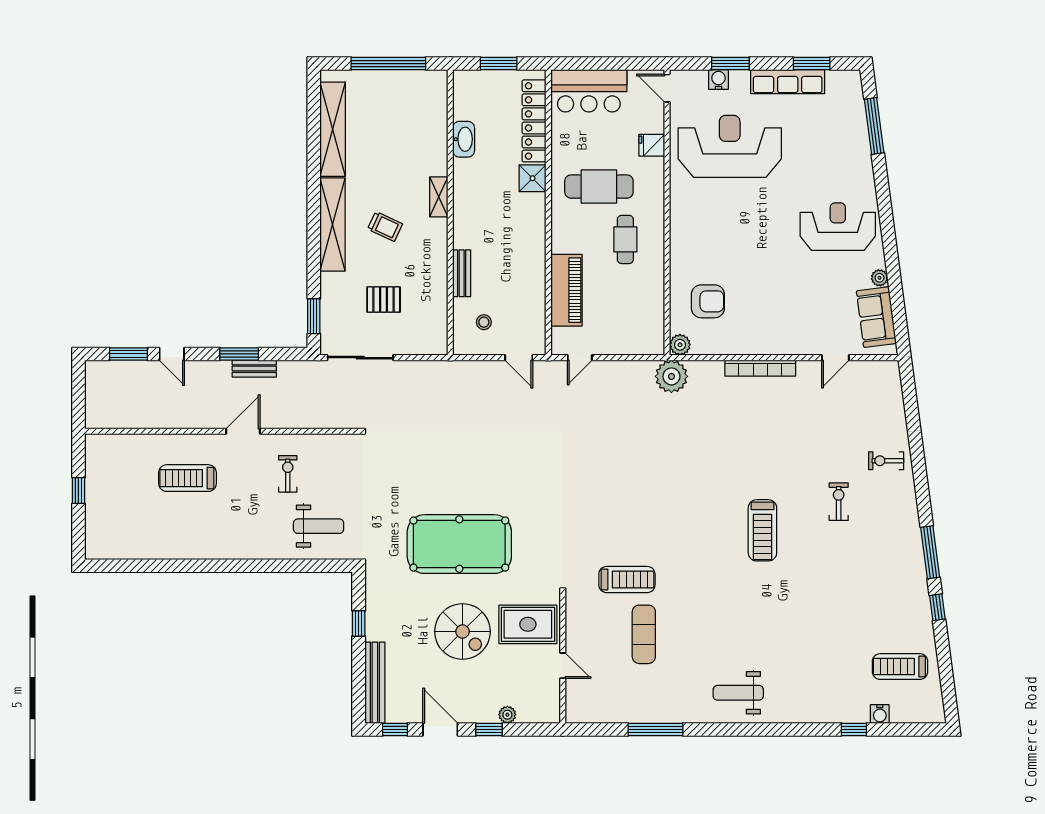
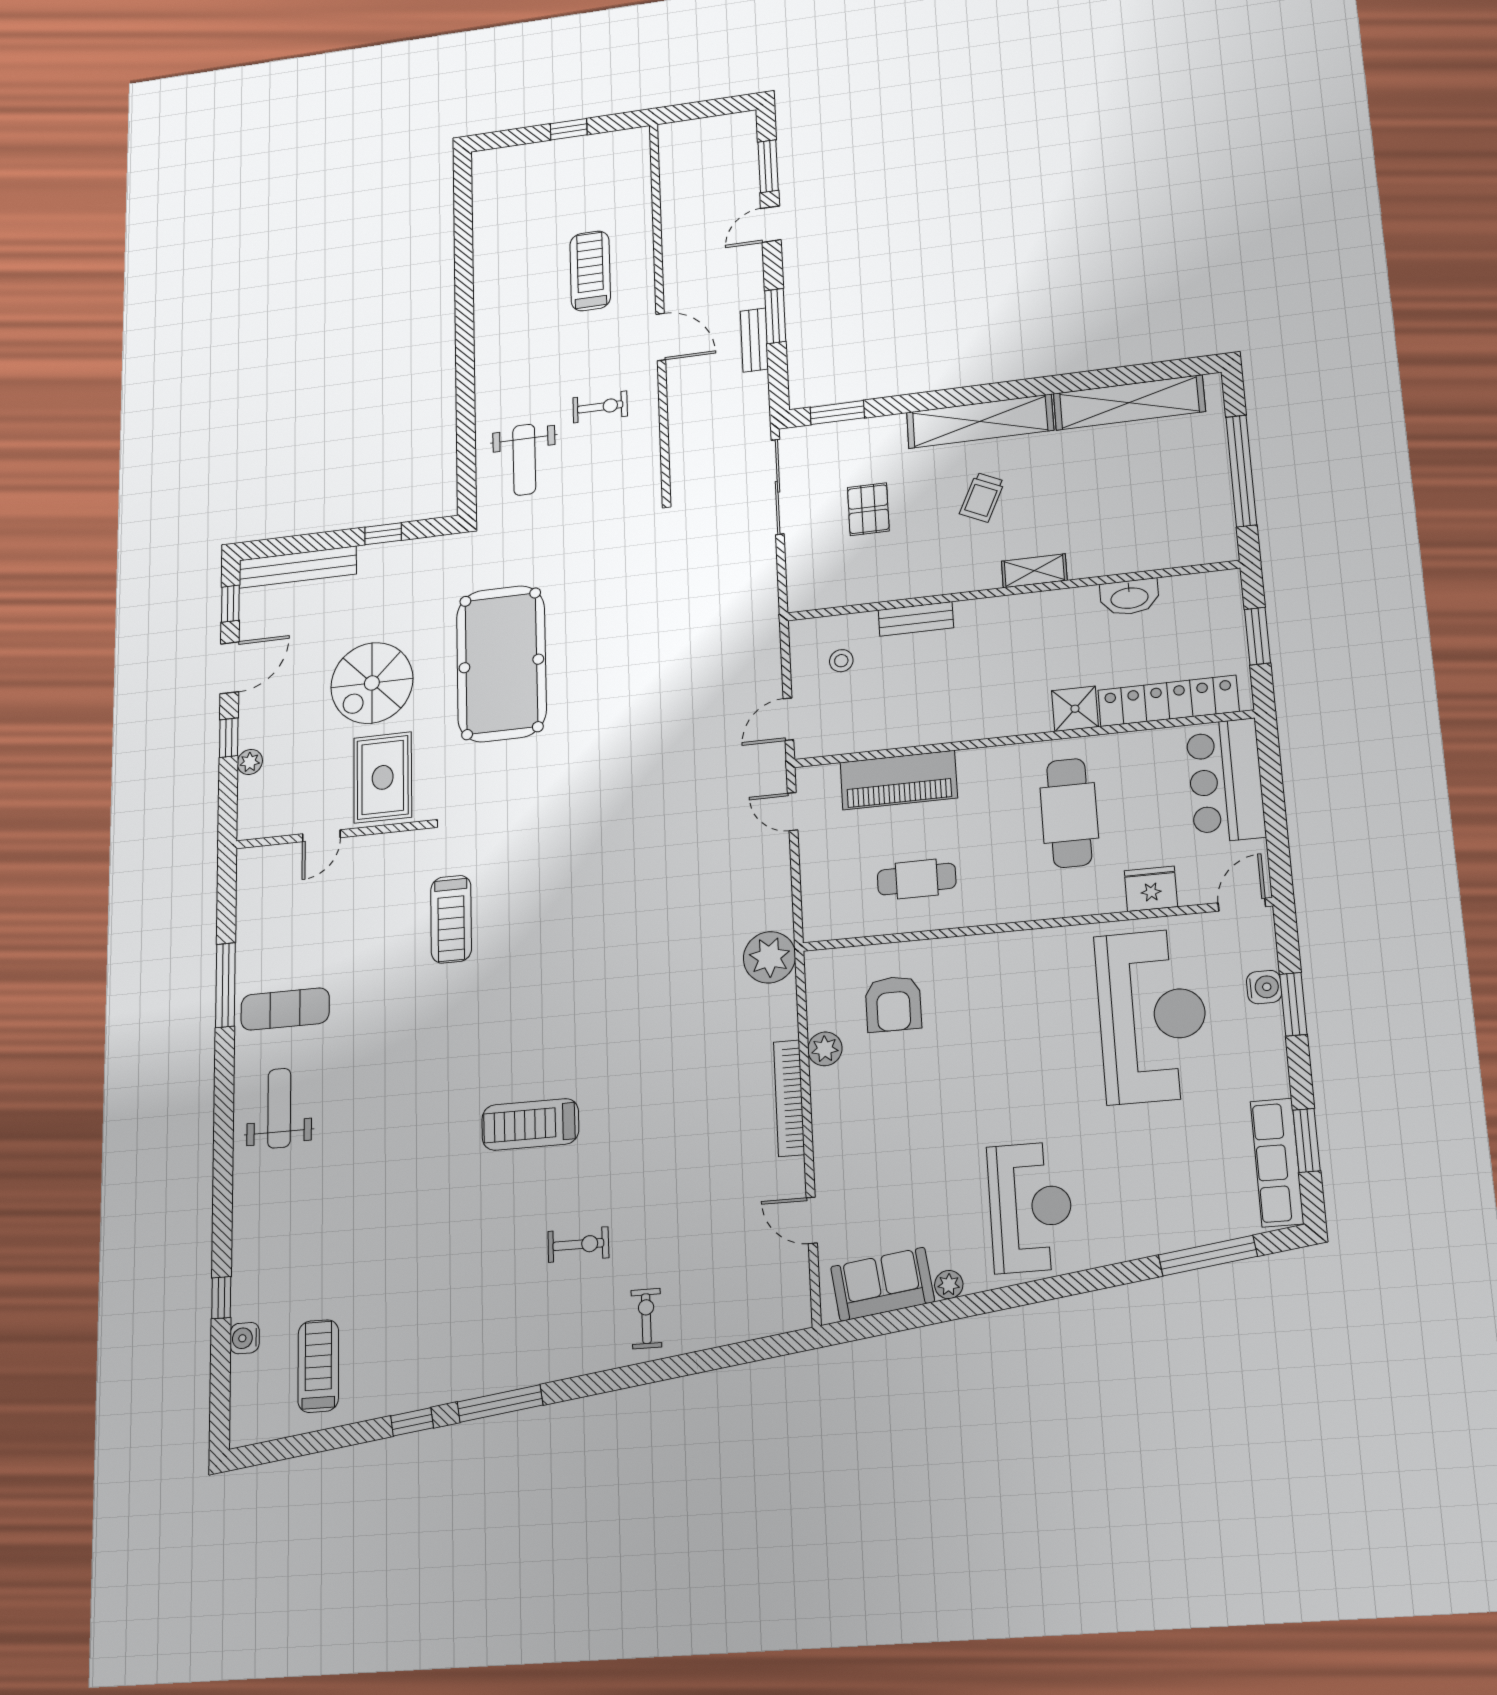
row of seats: (788, 82) -> (1277, 1162), moved
fridge: (652, 145) -> (1151, 889), width x1.38
cafe table: (625, 239) -> (917, 879), moved
plant: (680, 345) -> (825, 1049), moved
exercise mat: (644, 634) -> (285, 1009), moved

